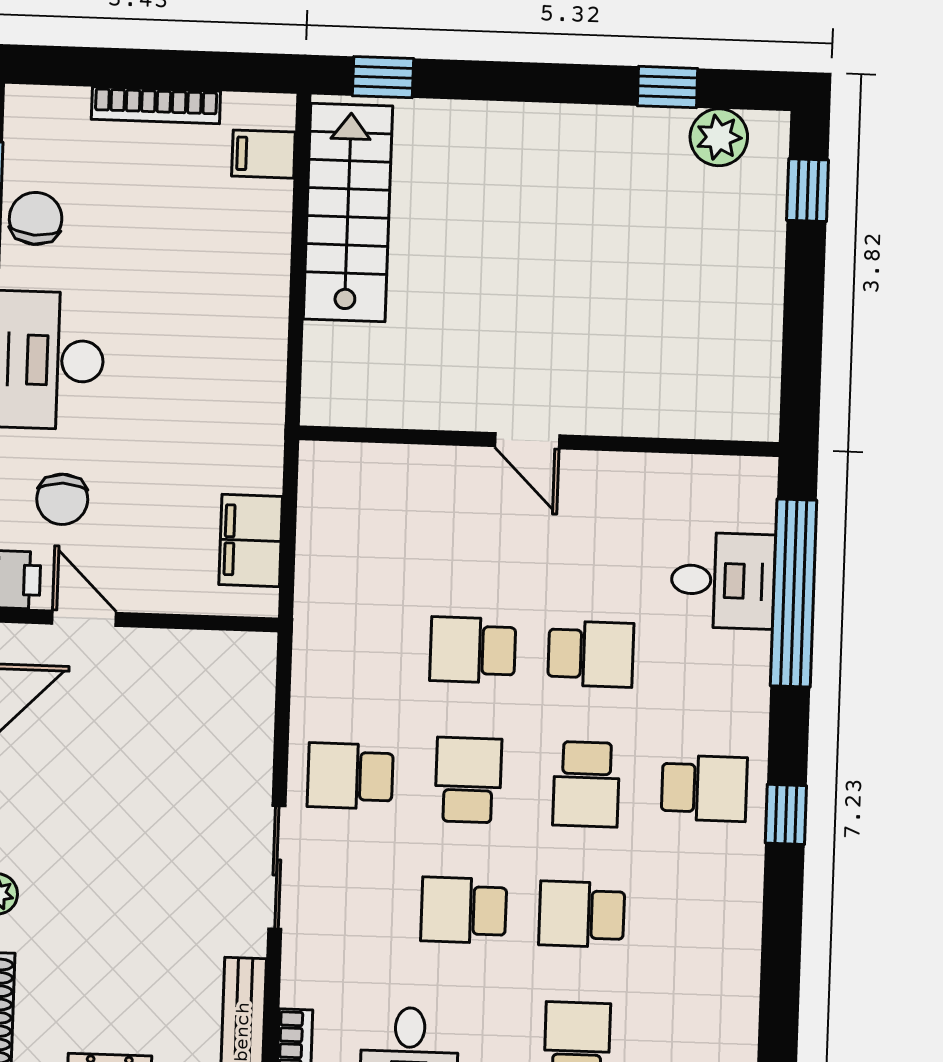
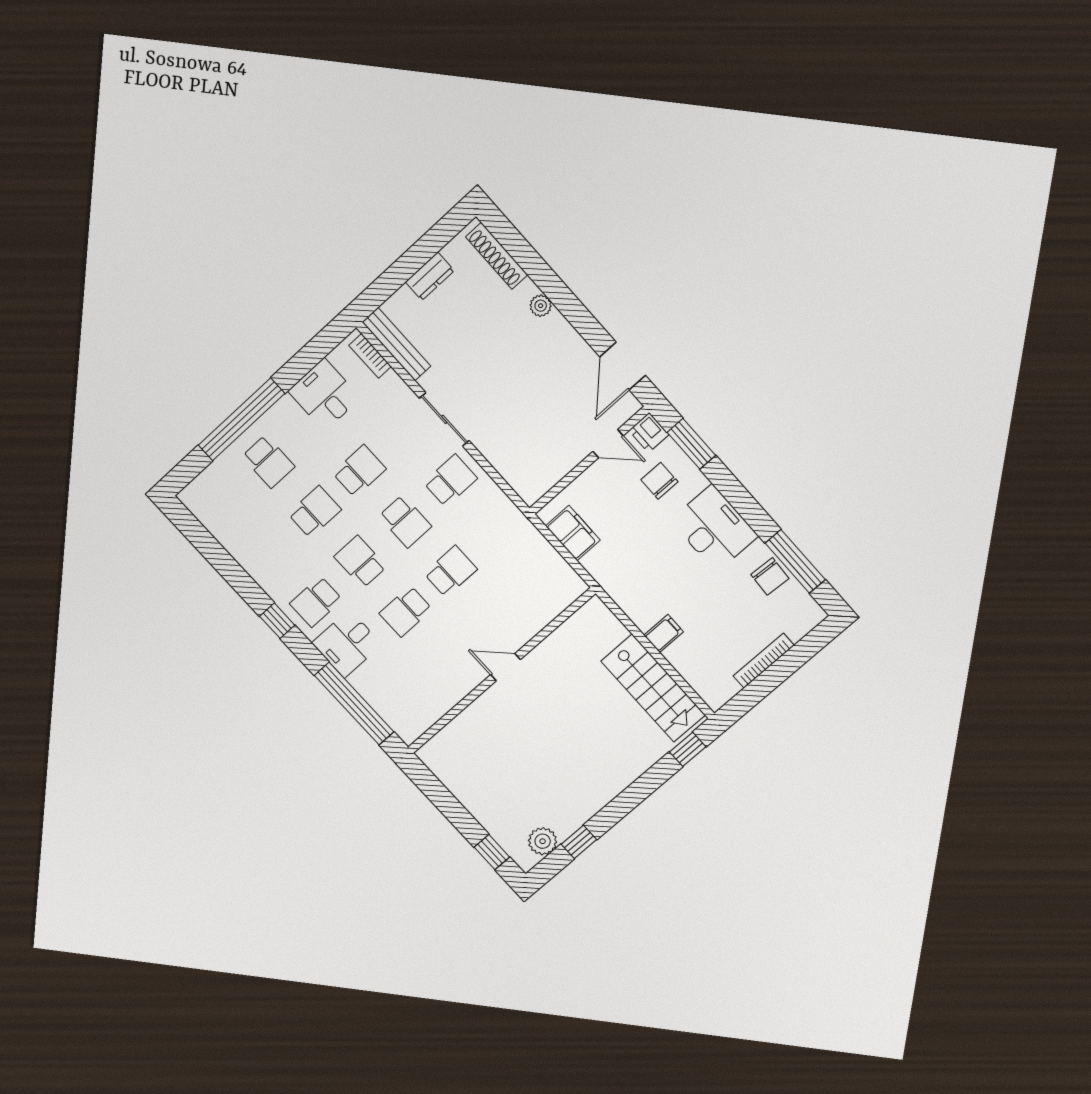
filing cabinet: (263, 154) -> (664, 634), moved
desk: (723, 580) -> (347, 644), moved

